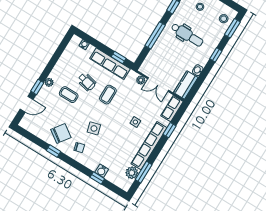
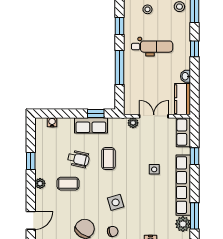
row of seats: (110, 64) -> (91, 125), width x0.68
double door: (158, 84) -> (154, 116), swing flipped
window: (37, 87) -> (31, 161), moved

